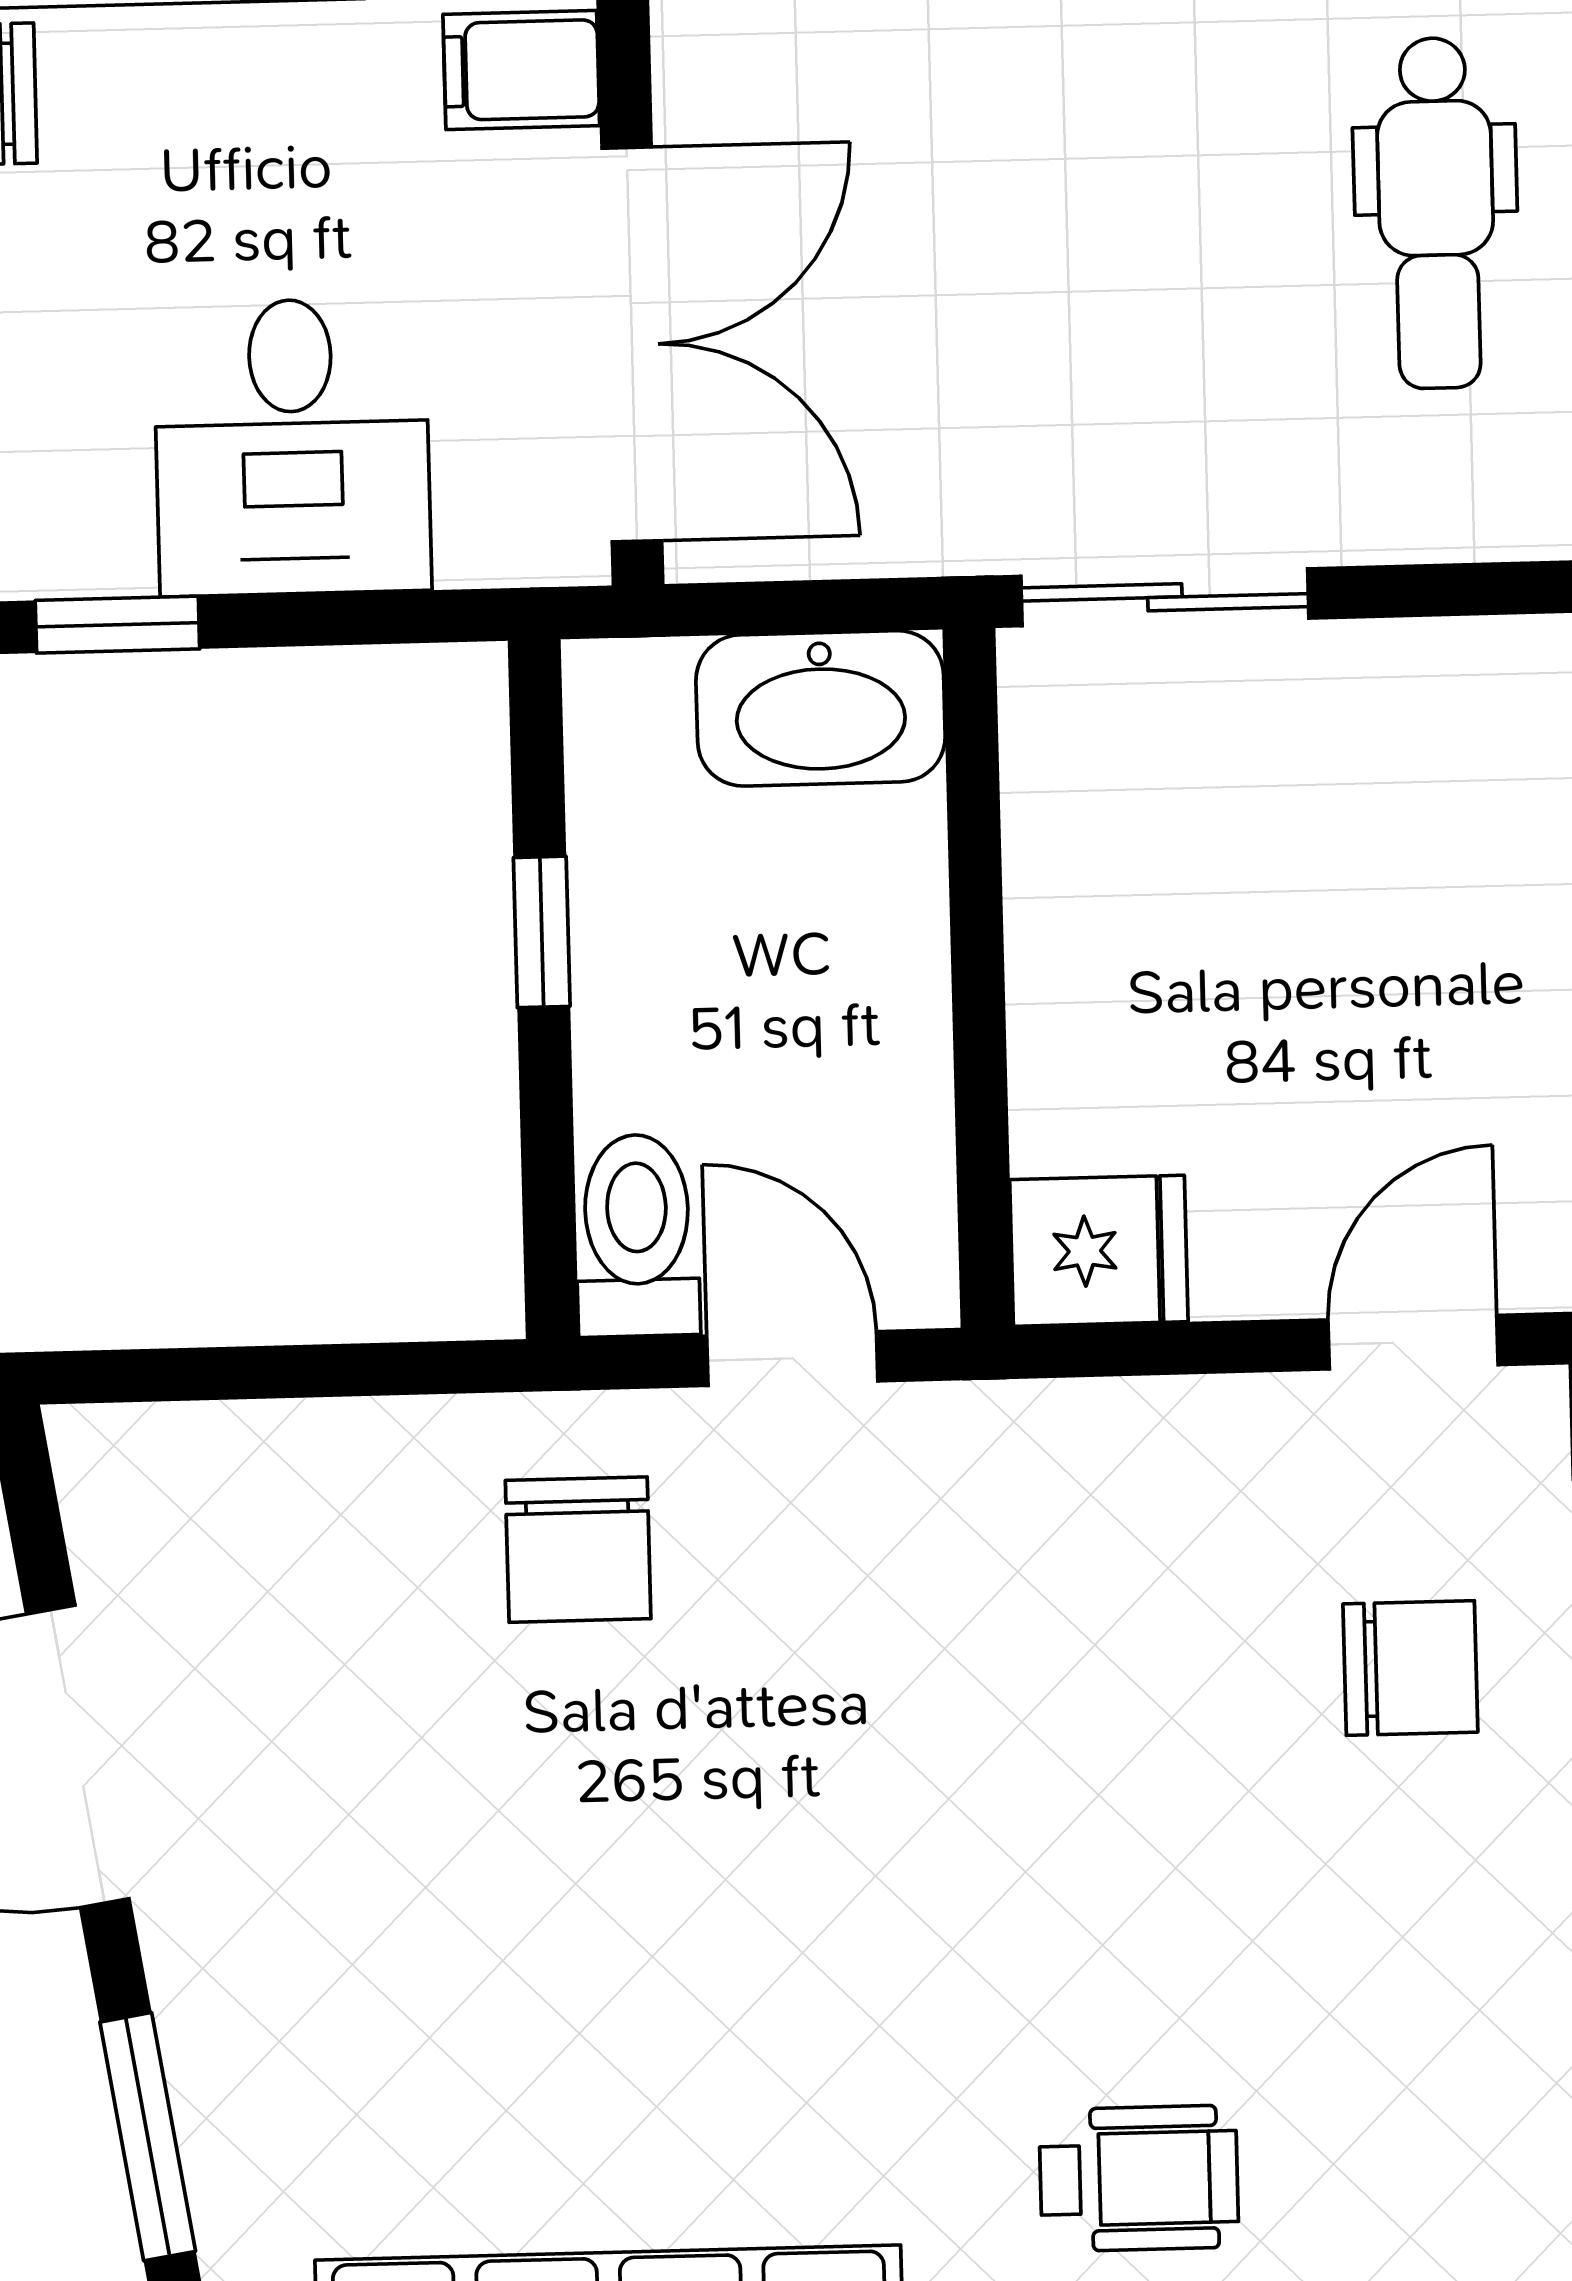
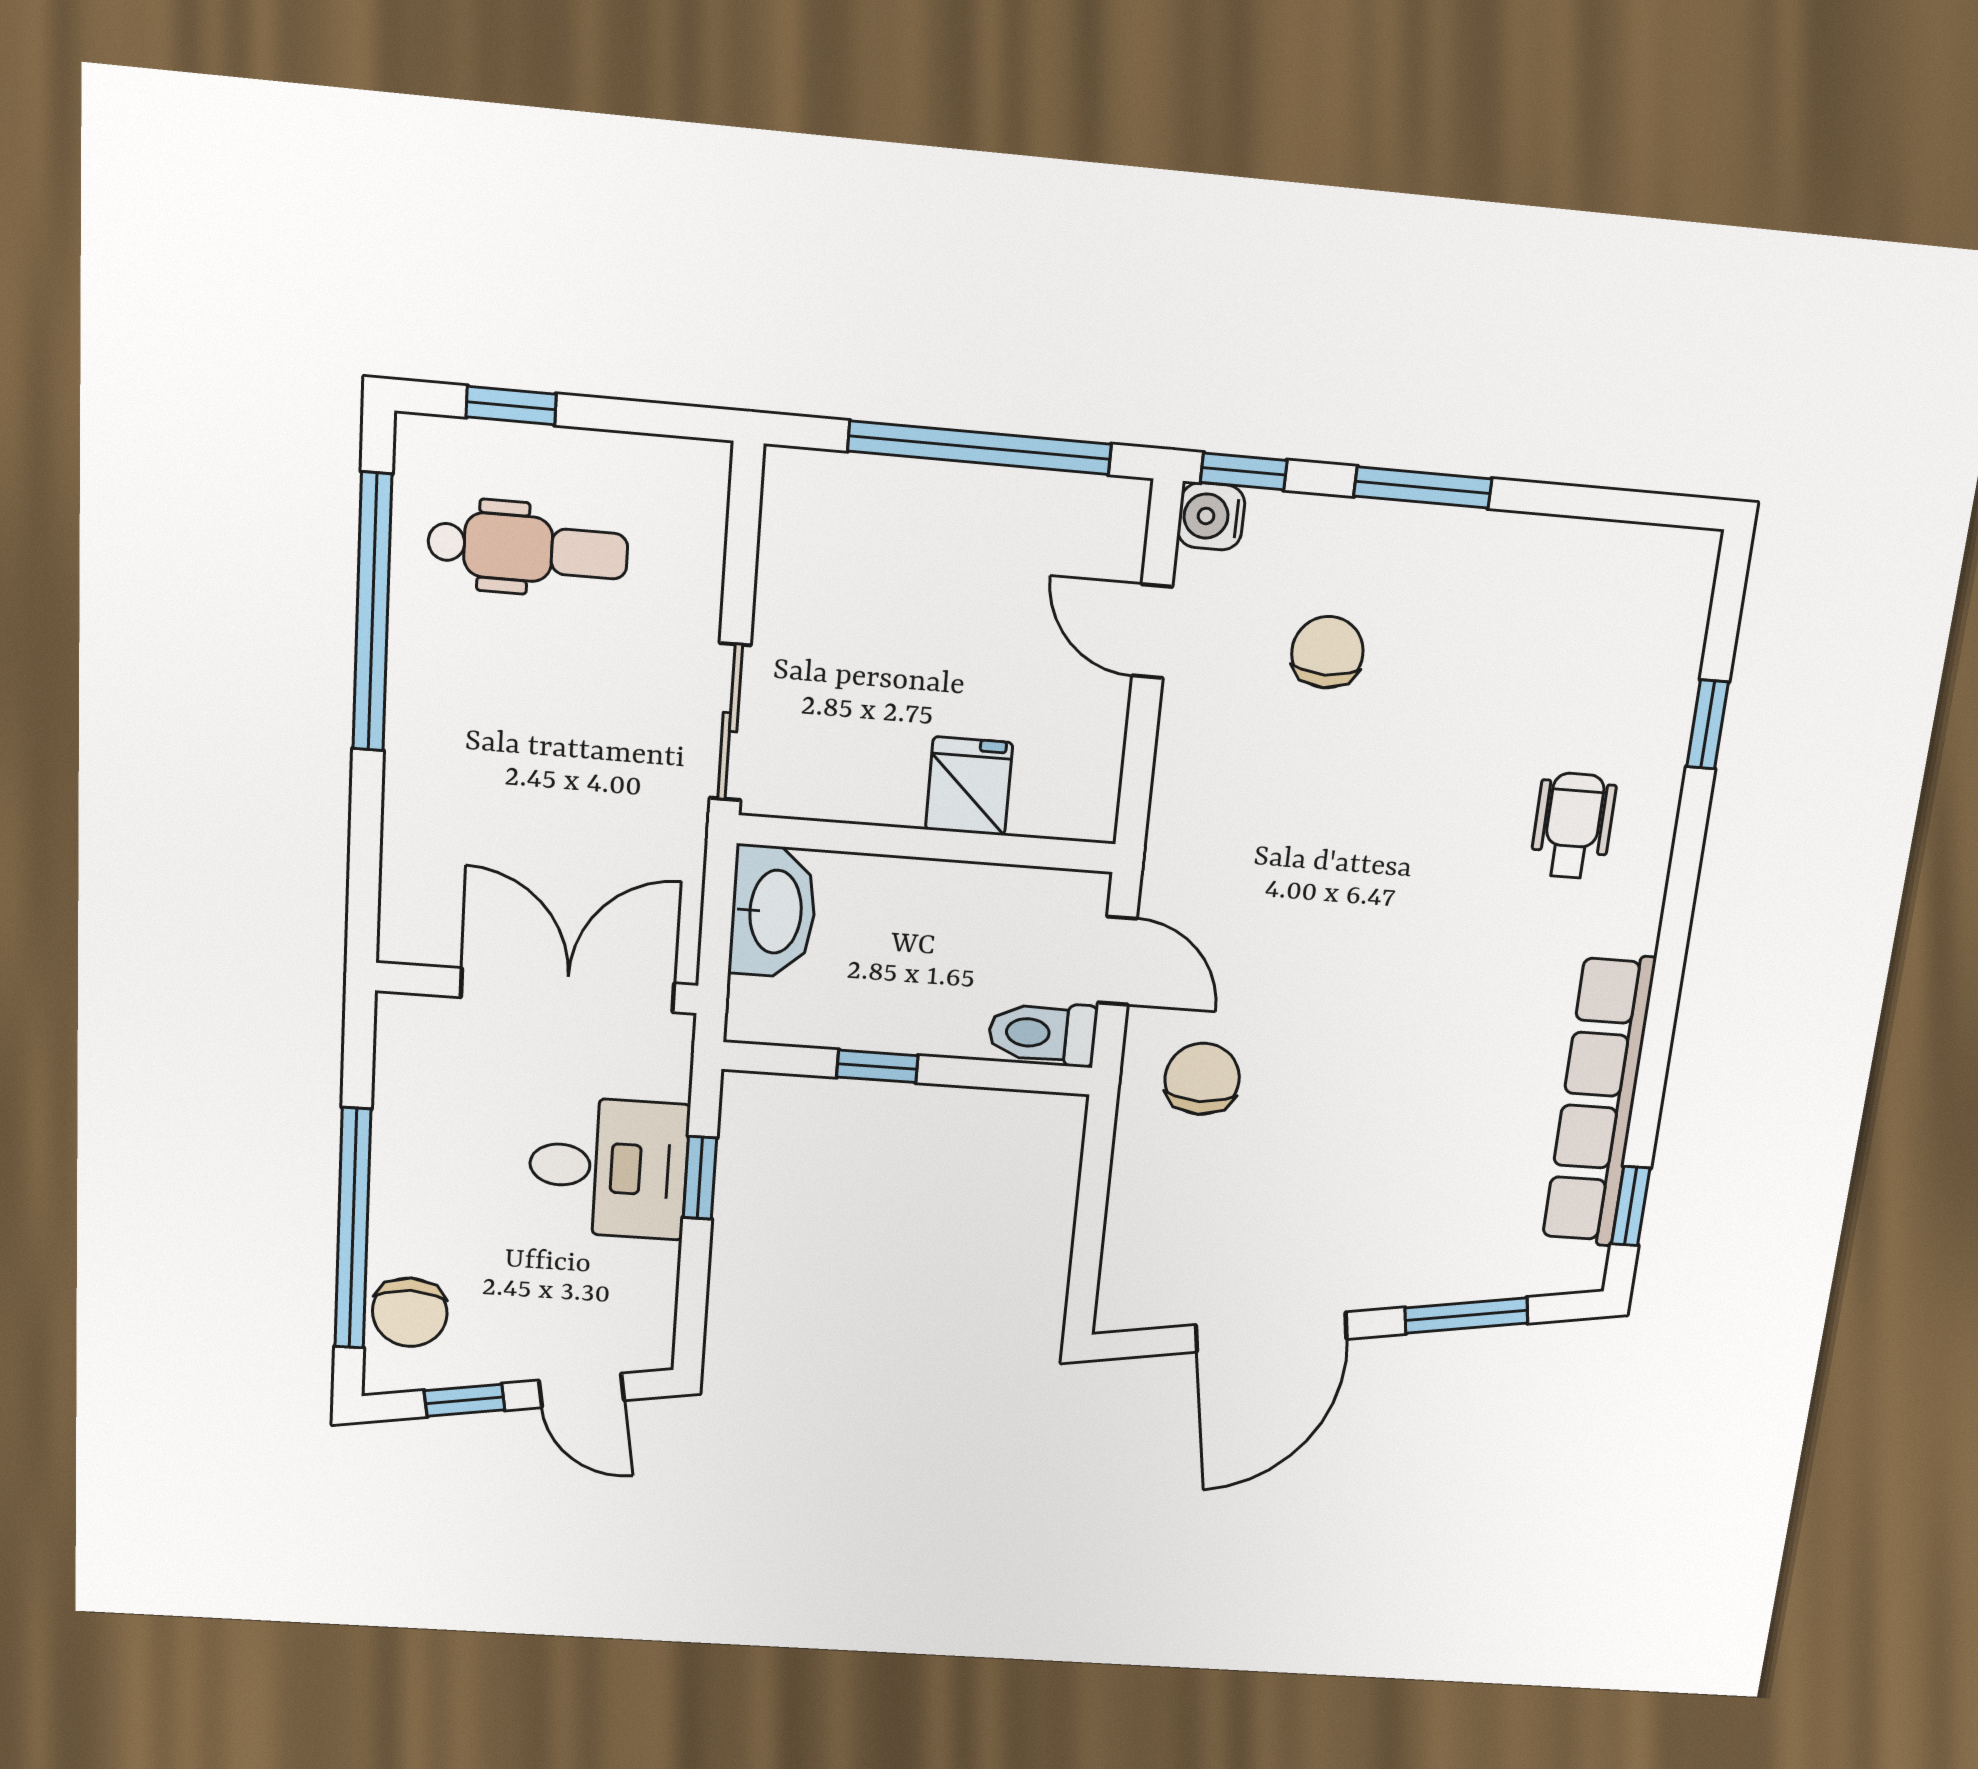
filing cabinet: (521, 70) -> (415, 1033), removed
window: (117, 625) -> (700, 1178), moved
fridge: (1099, 1251) -> (969, 786), moved
door: (792, 1358) -> (1117, 961), swing flipped
chair: (578, 1550) -> (1202, 1079), turned -90

